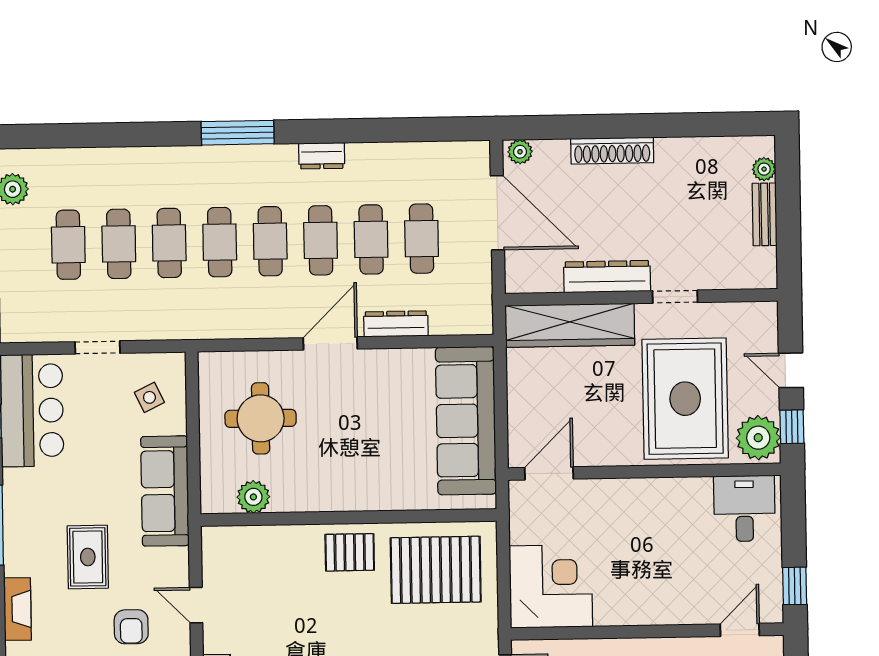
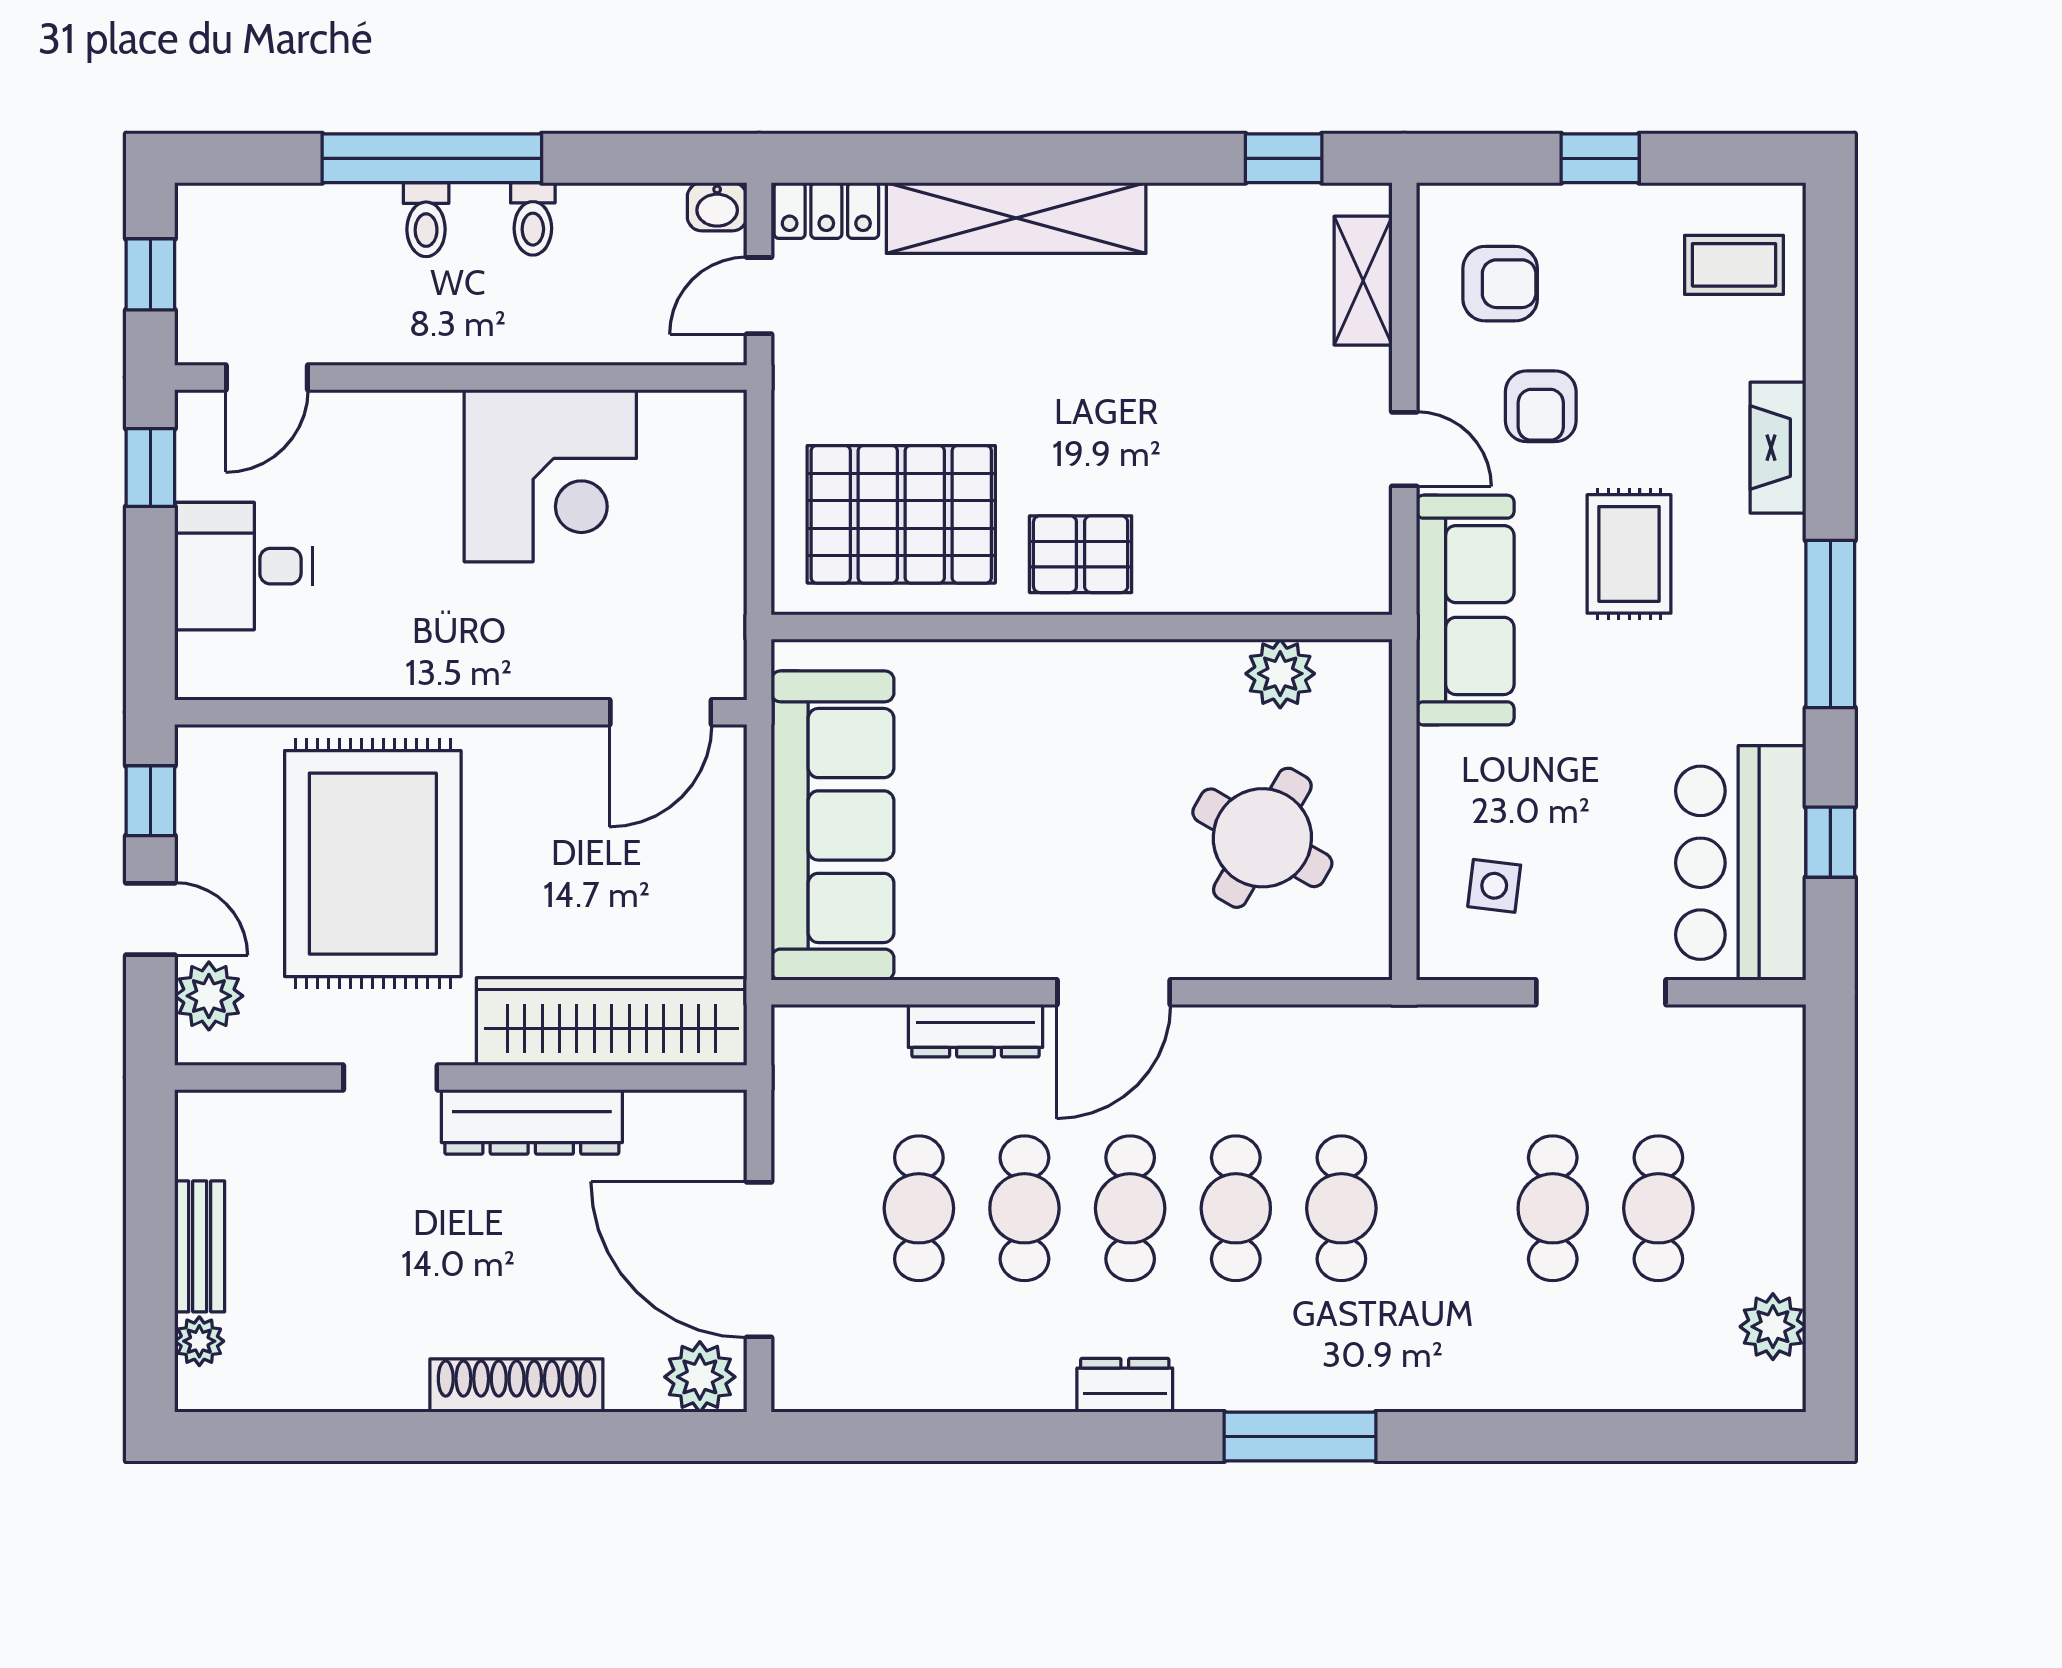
plant: (520, 152) -> (700, 1377), width x1.38, depth x1.38
cafe table: (169, 243) -> (1447, 1208), removed
doorway: (98, 347) -> (1601, 992), width x1.38
side table: (149, 397) -> (1494, 886), turned 33
round table: (261, 418) -> (1262, 838), turned 30
plant: (758, 438) -> (209, 996), moved, width x0.73, depth x0.73
sofa: (165, 491) -> (1465, 610), moved
desk: (744, 509) -> (243, 566), moved, turned 90
corner desk: (551, 586) -> (550, 476), moved, turned -90
armchair: (131, 627) -> (1541, 406), turned 180

